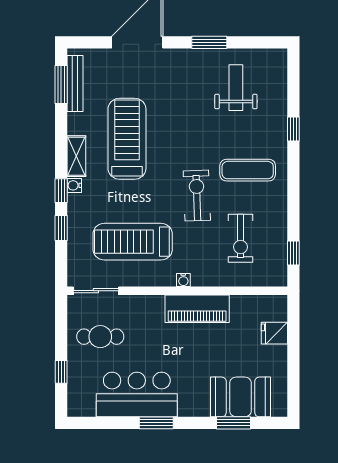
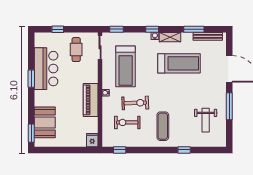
window: (209, 42) -> (229, 106), width x1.44
window: (61, 84) -> (194, 29), moved
weight bench: (236, 88) -> (206, 120), turned 90
exercise bike: (197, 196) -> (135, 103), moved
window: (61, 228) -> (117, 29), moved
treadmill: (133, 242) -> (126, 66), turned 180
fridge: (274, 333) -> (92, 140), moved
window: (233, 423) -> (31, 133), moved

